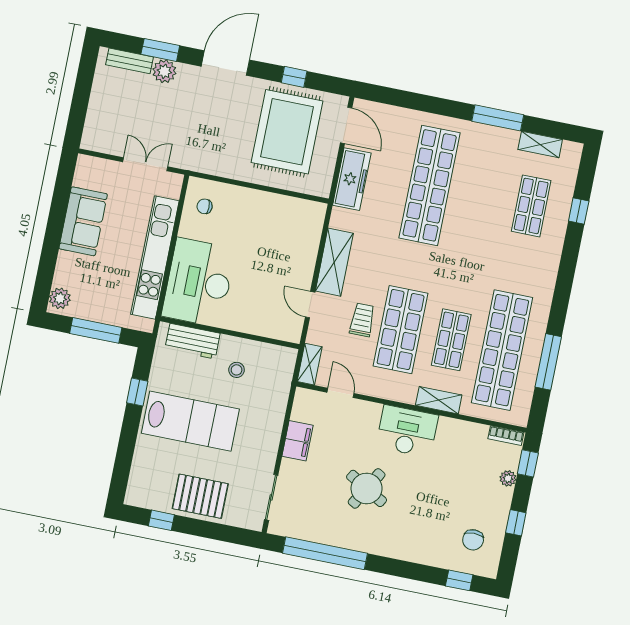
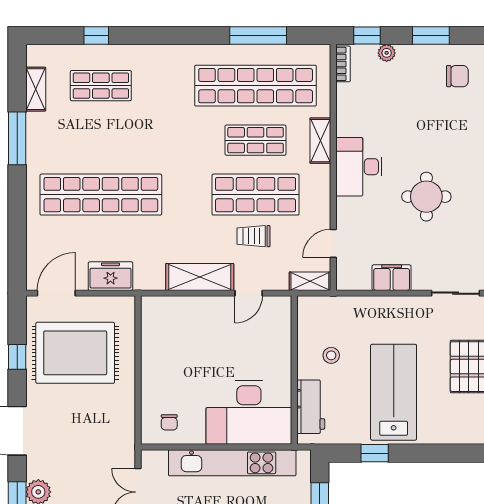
freezer: (352, 179) -> (111, 276), width x0.71
round table: (367, 488) -> (426, 197), turned -30
window: (516, 523) -> (431, 36), width x1.50

